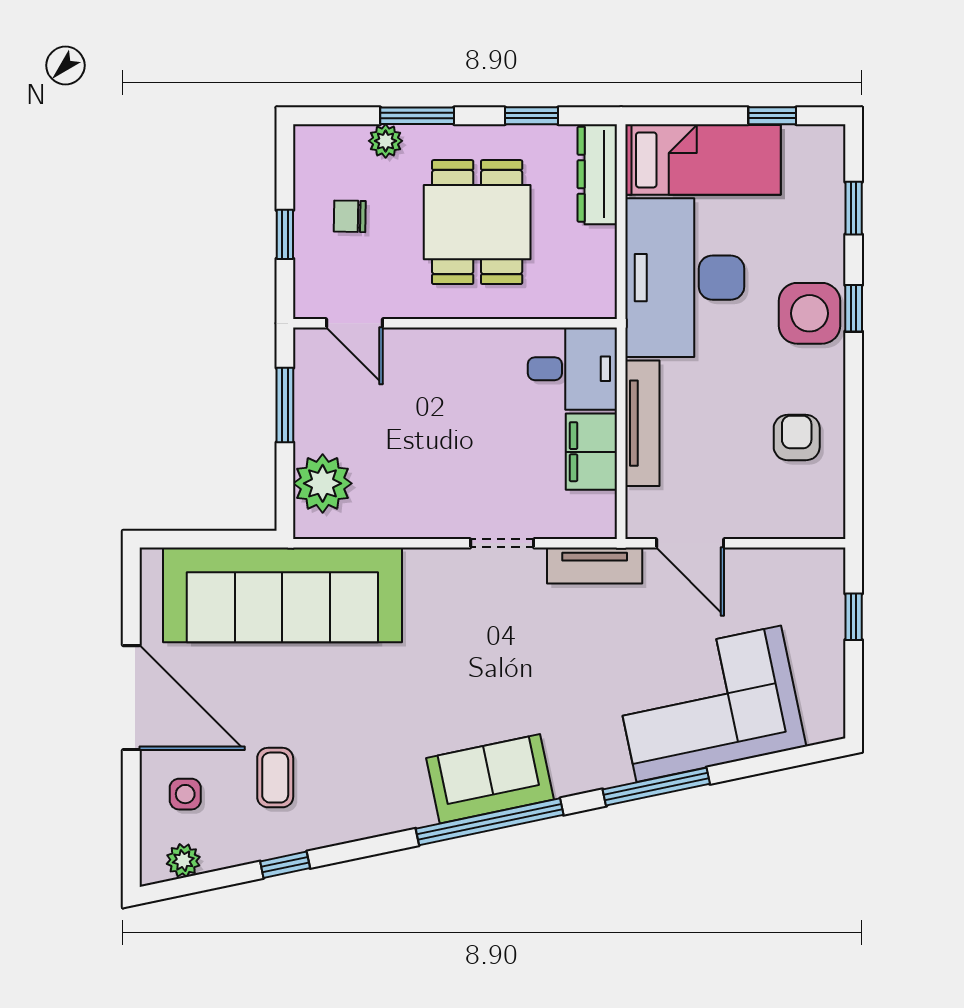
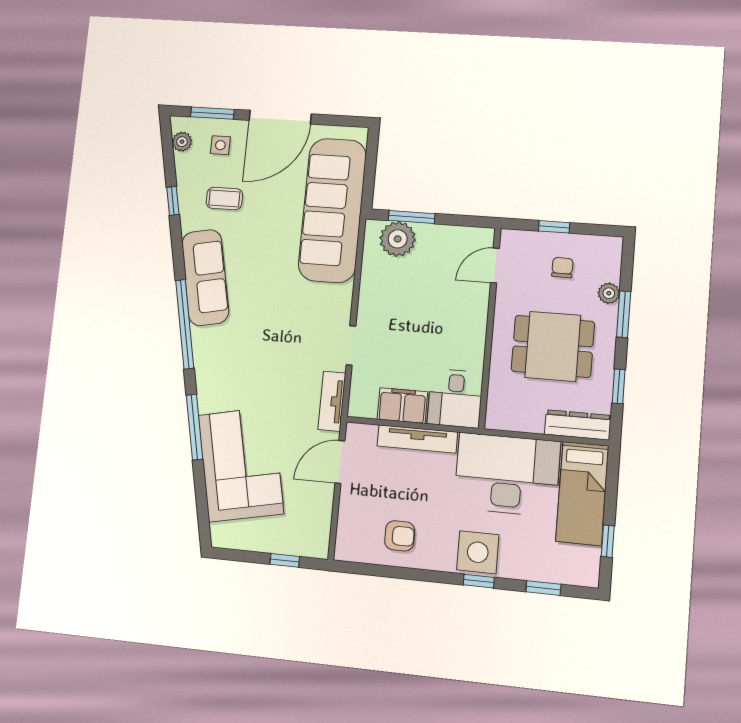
window: (285, 405) -> (412, 217), moved
sofa: (490, 779) -> (205, 278), moved, width x1.36
window: (131, 814) -> (212, 113), added

